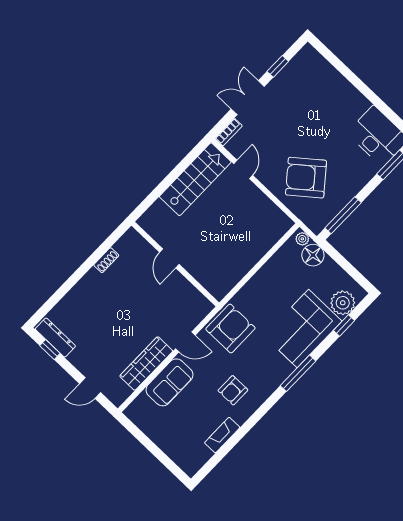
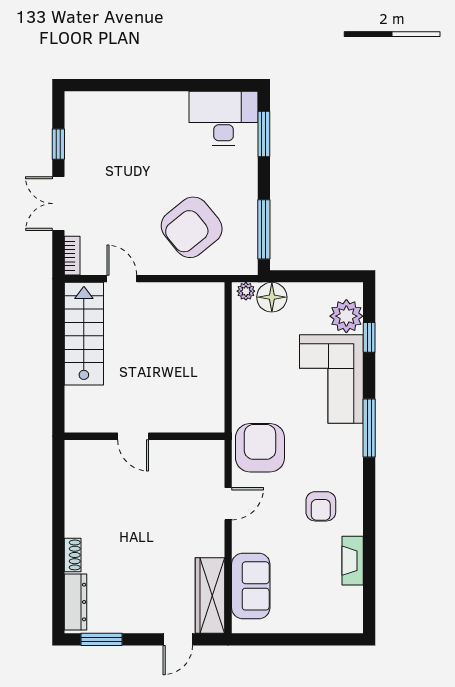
shoe rack: (106, 260) -> (73, 555), moved
dresser: (55, 338) -> (75, 602), moved, turned 90
window: (50, 350) -> (102, 639), width x1.50
wardrobe: (146, 363) -> (210, 596), moved
sofa: (170, 382) -> (251, 586), moved

